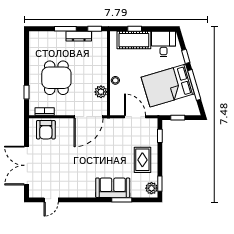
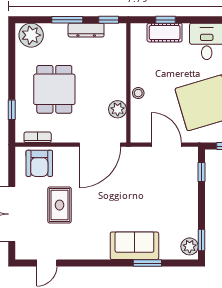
plant: (40, 40) -> (31, 35), added
cot: (134, 40) -> (165, 33), width x0.73, depth x0.75
rug: (142, 160) -> (59, 205), moved

